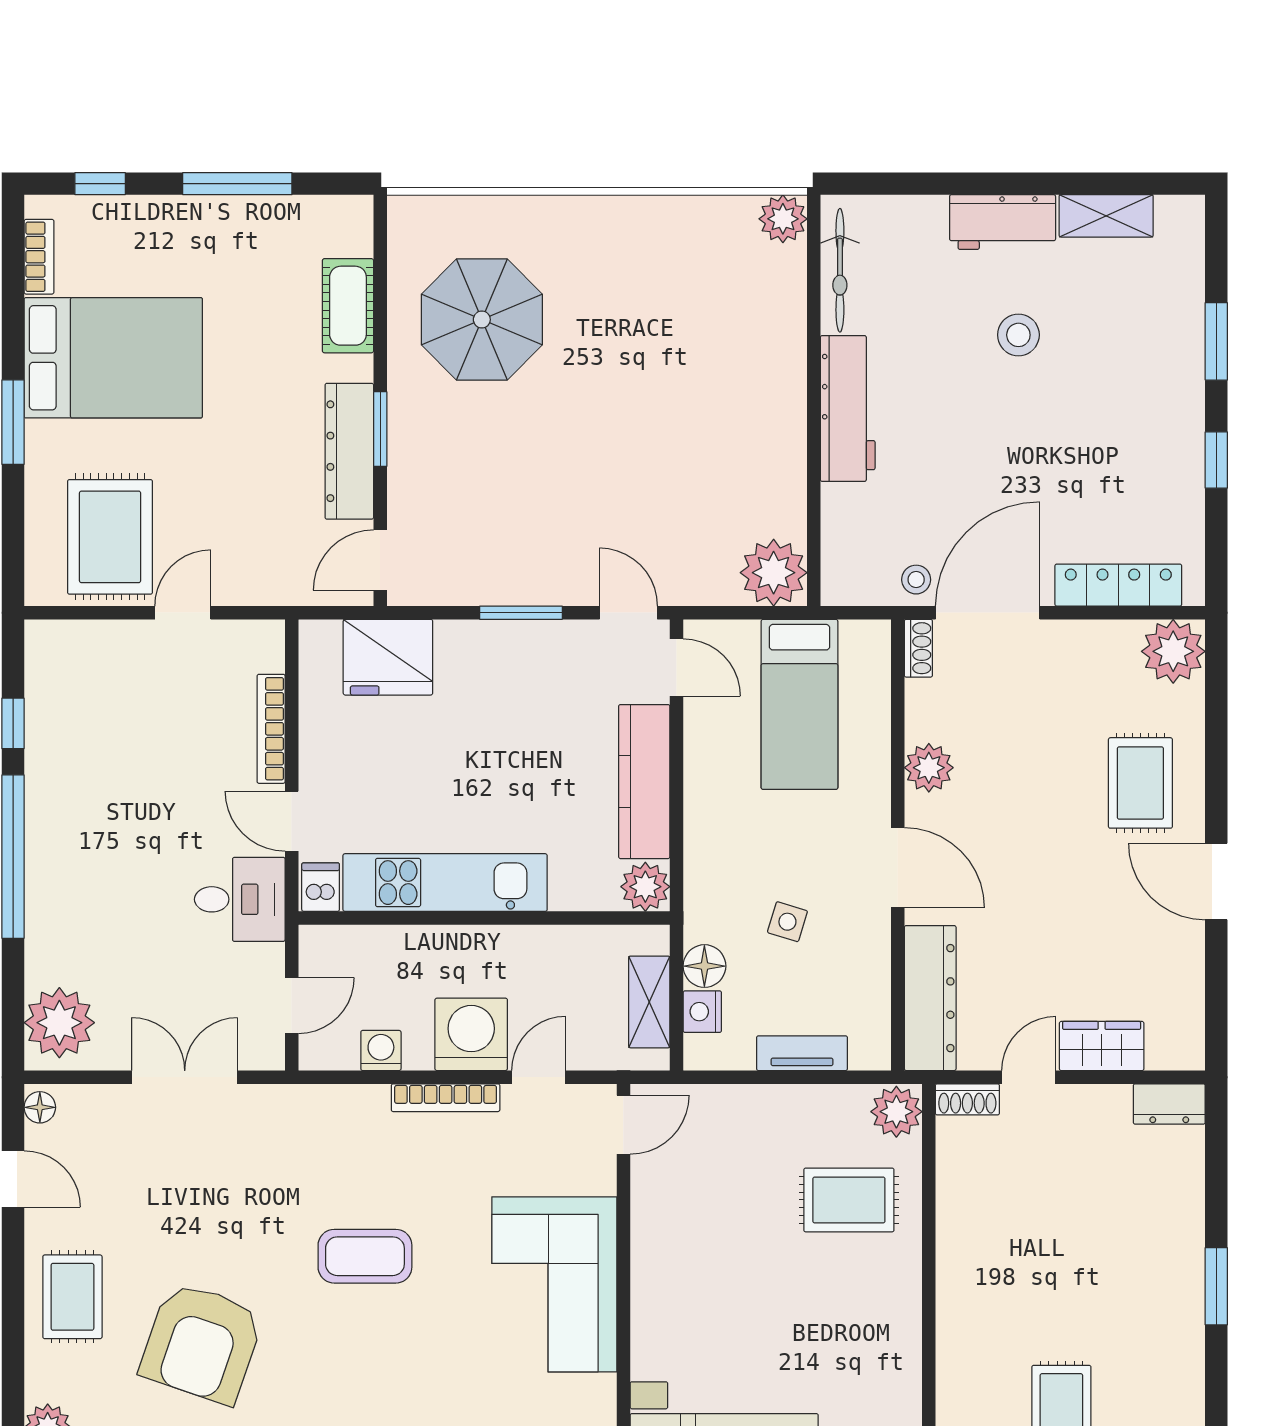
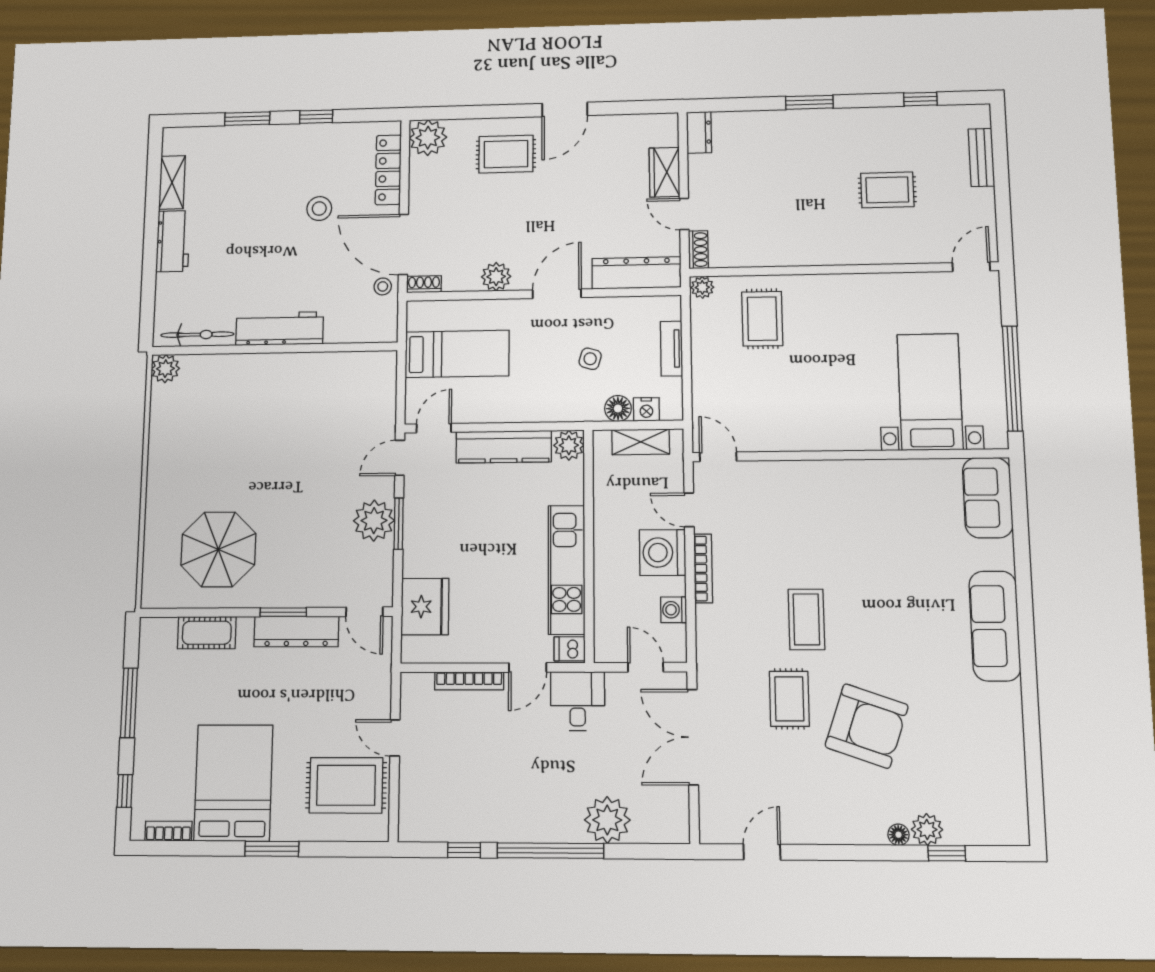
stool: (1018, 335) -> (319, 209), moved
plant: (774, 573) -> (374, 521), moved
plant: (59, 1023) -> (607, 820), moved
double door: (185, 1077) -> (693, 737), width x1.37
floor lamp: (40, 1107) -> (898, 835), moved
plant: (896, 1112) -> (702, 287), width x0.73, depth x0.73
corner sofa: (554, 1284) -> (821, 499), removed
rug: (72, 1297) -> (789, 699), moved, turned 90

